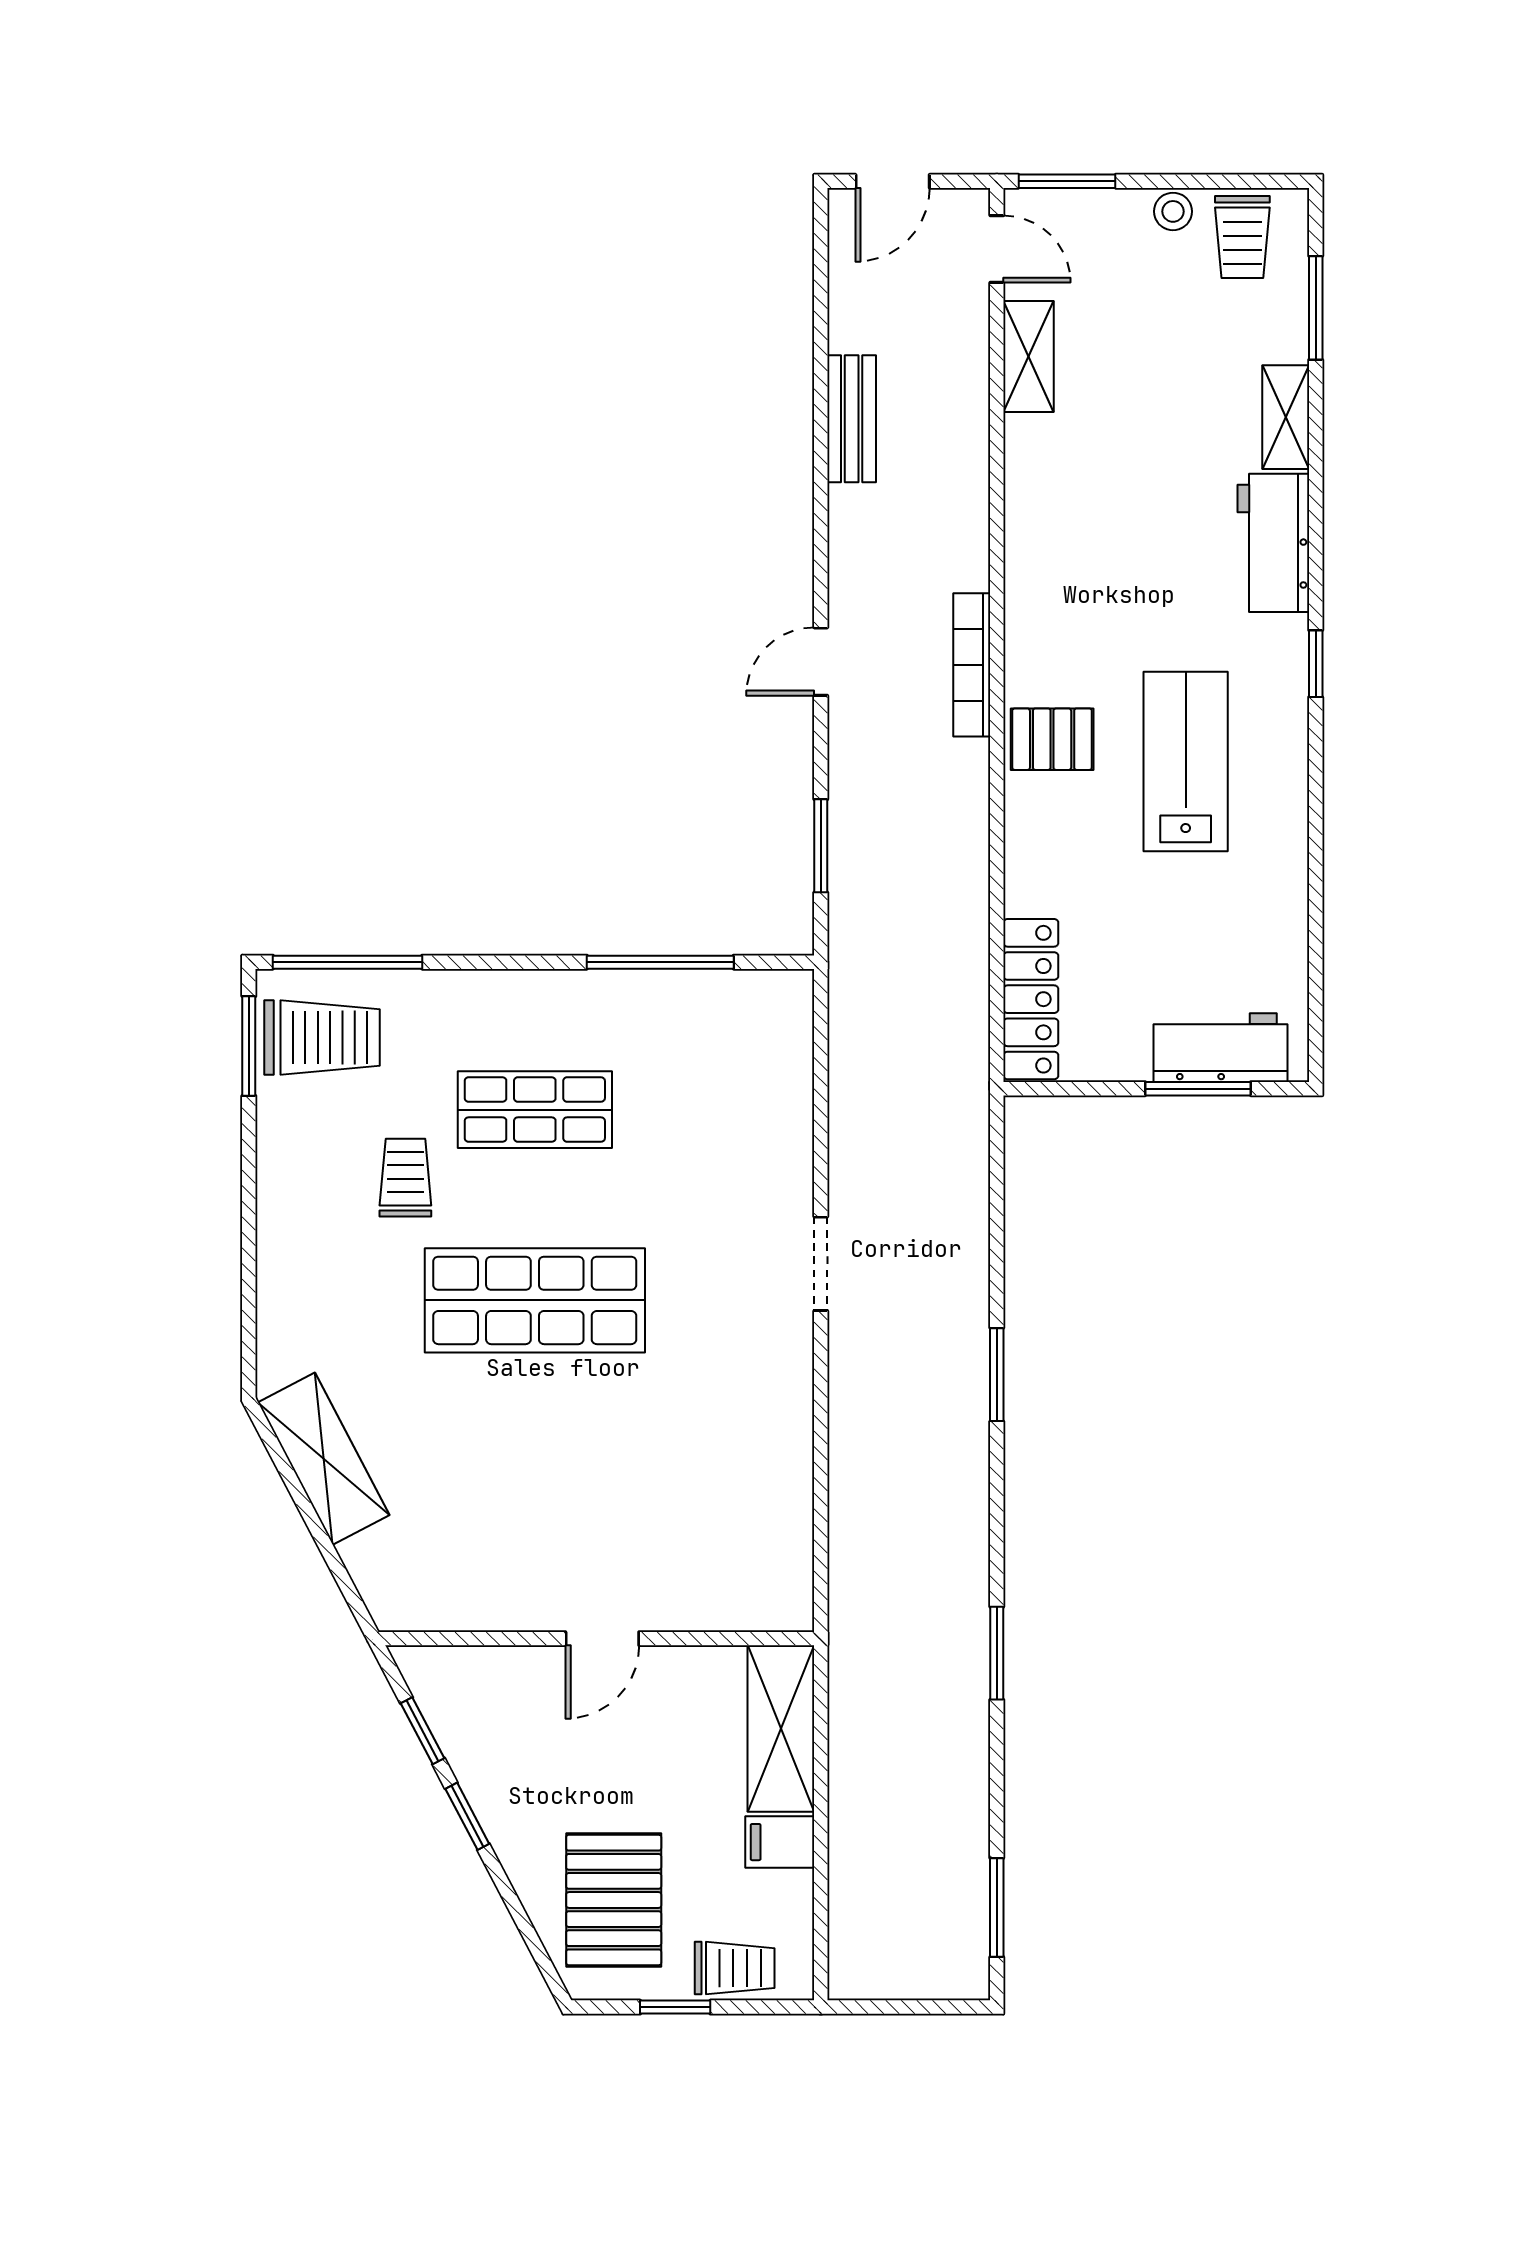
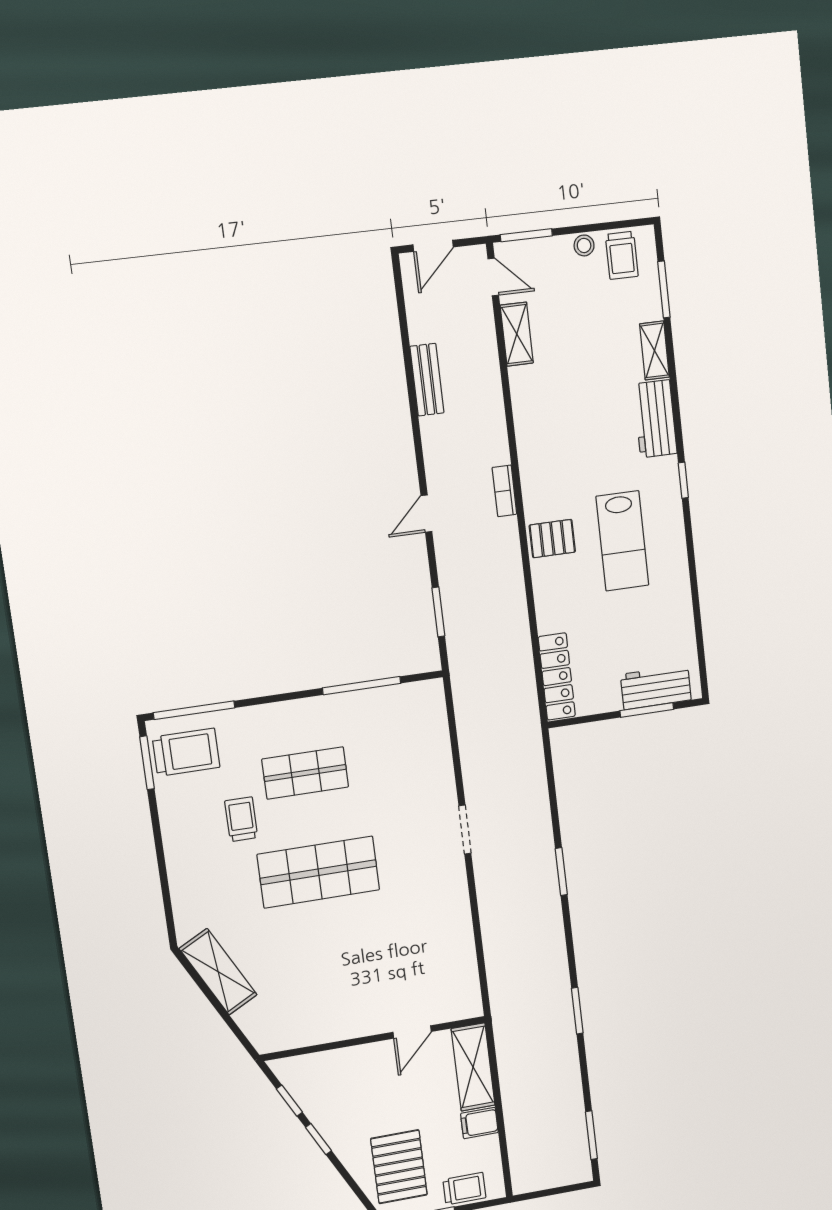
bookcase: (972, 665) -> (504, 491), width x0.64
lab bench: (1186, 762) -> (622, 541), turned 180
door: (602, 1639) -> (412, 1032), moved

